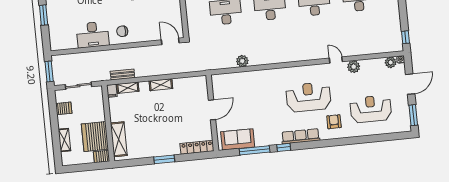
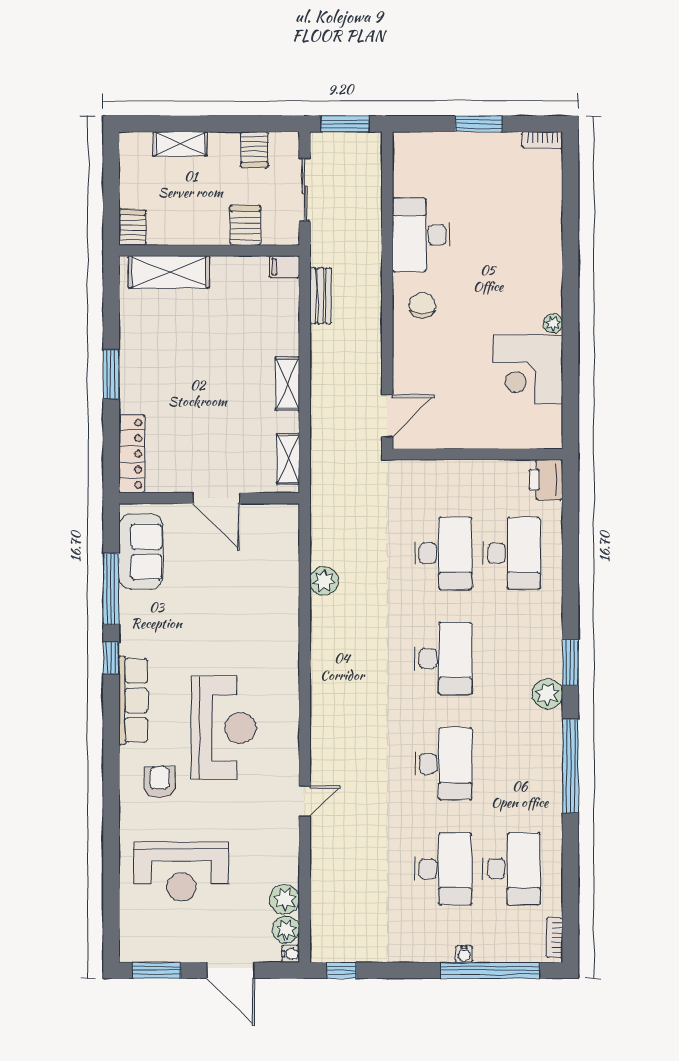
plant: (354, 67) -> (285, 899), moved
shelving: (128, 88) -> (288, 459), moved
reception desk: (371, 109) -> (181, 872), turned 90
armchair: (334, 122) -> (160, 782), turned -90
server rack: (95, 137) -> (245, 225), moved, width x0.46, depth x0.70

